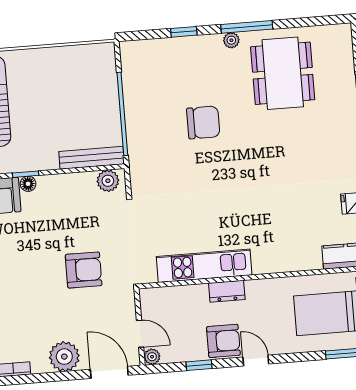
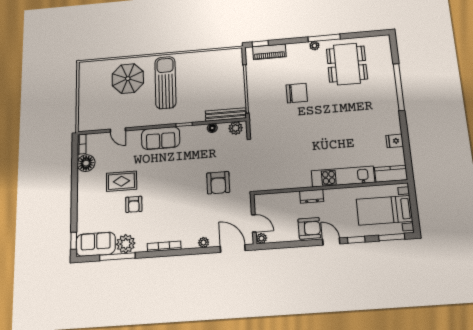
window: (184, 32) -> (260, 44), moved
piano: (159, 50) -> (269, 52), added
floor lamp: (28, 184) -> (212, 128), moved
kitchen unit: (204, 266) -> (343, 176), moved
armchair: (84, 270) -> (218, 183), turned 90
plant: (64, 357) -> (204, 242), width x0.53, depth x0.53
window: (199, 365) -> (356, 240), moved

